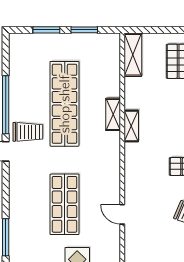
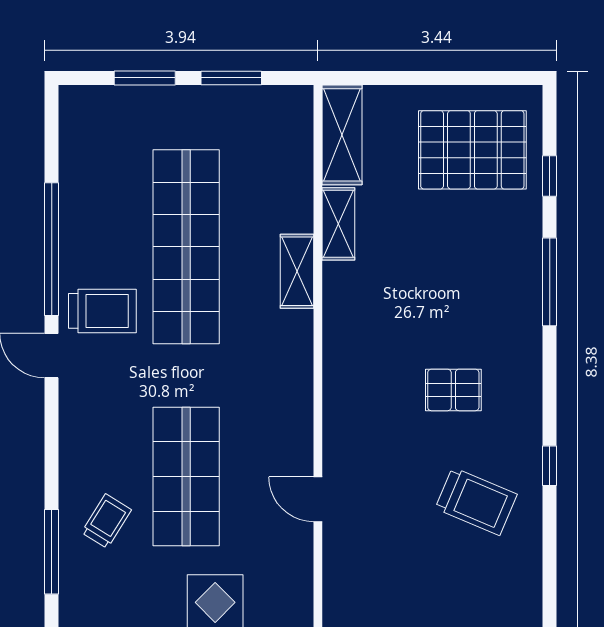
shelving: (131, 126) -> (338, 224), moved
trolley: (30, 224) -> (106, 521), added

